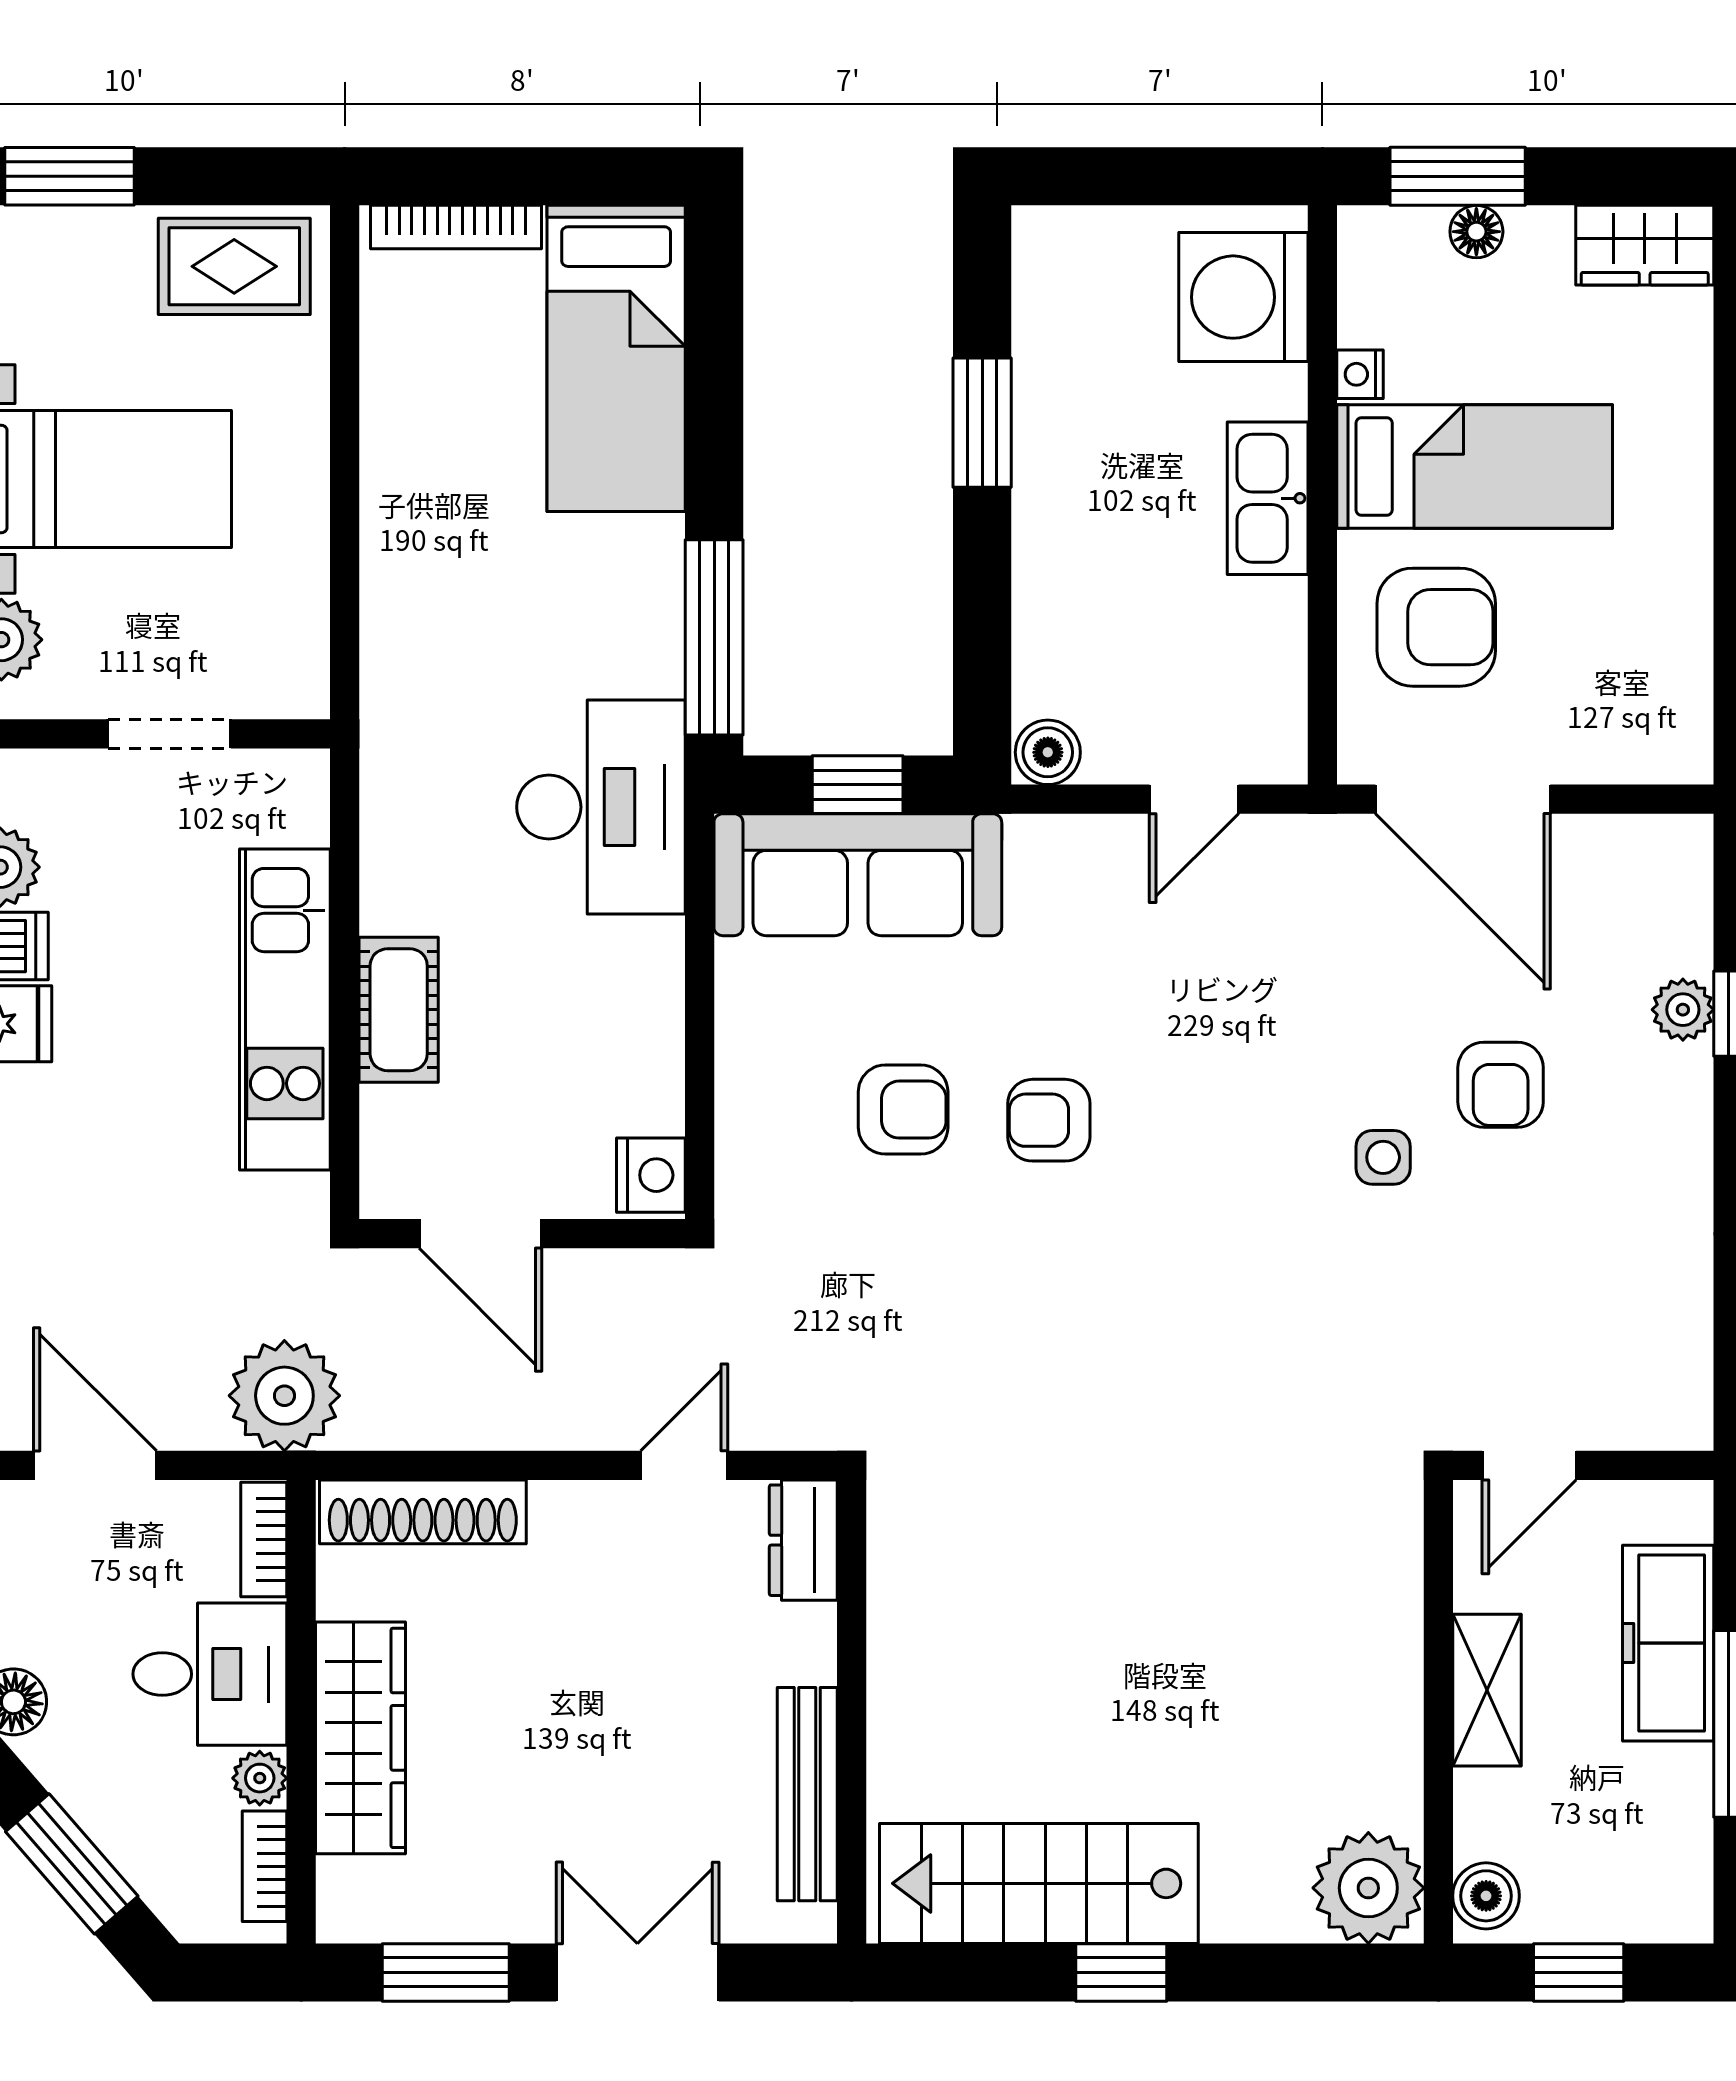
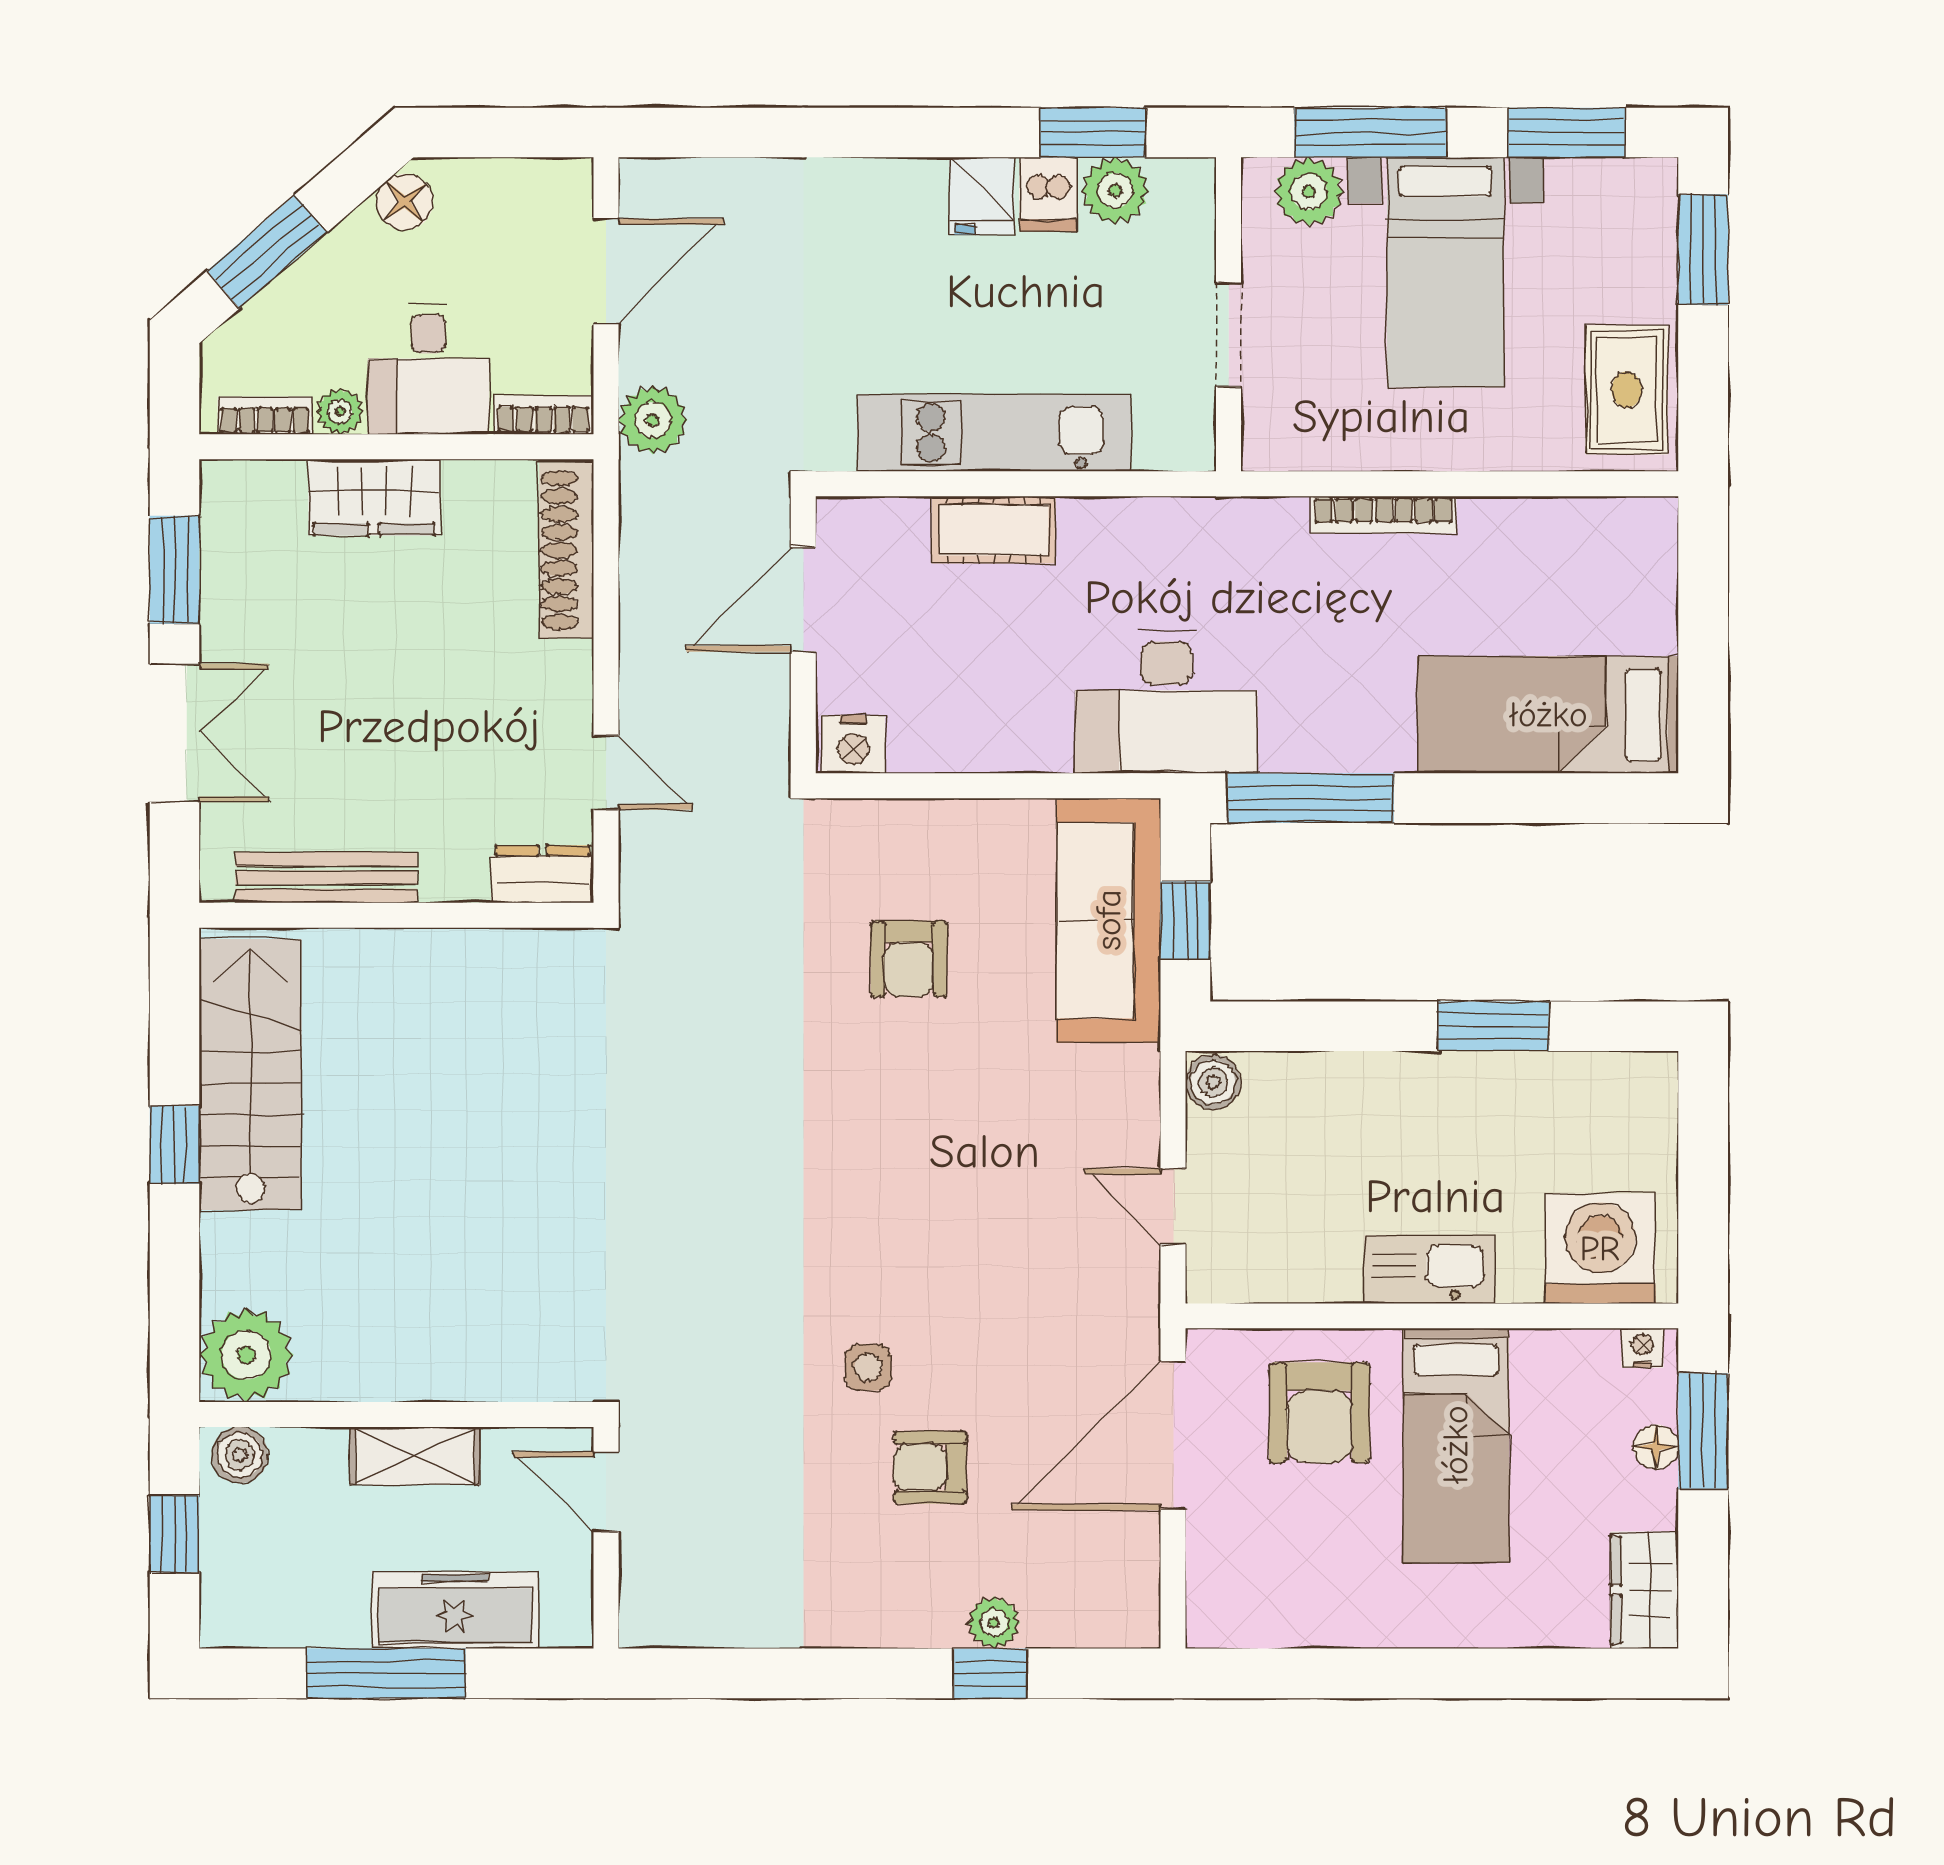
bookcase: (456, 227) -> (1384, 515), moved, turned -90
nightstand: (1360, 374) -> (1643, 1348), moved
armchair: (1049, 1120) -> (900, 1083), removed
plant: (284, 1396) -> (653, 420), width x0.73, depth x0.73
wardrobe: (361, 1738) -> (374, 497), width x0.67

